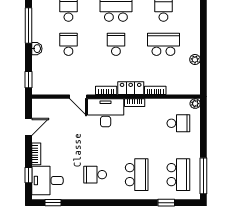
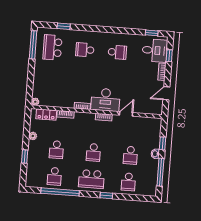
window: (203, 33) -> (25, 156), added
school desk: (163, 44) -> (56, 150), width x0.54
window: (29, 80) -> (163, 143), moved
locker: (131, 88) -> (46, 115), moved
door: (78, 97) -> (126, 114), hinge flipped
school desk: (178, 123) -> (49, 87), removed
school desk: (137, 175) -> (85, 50), width x0.54

